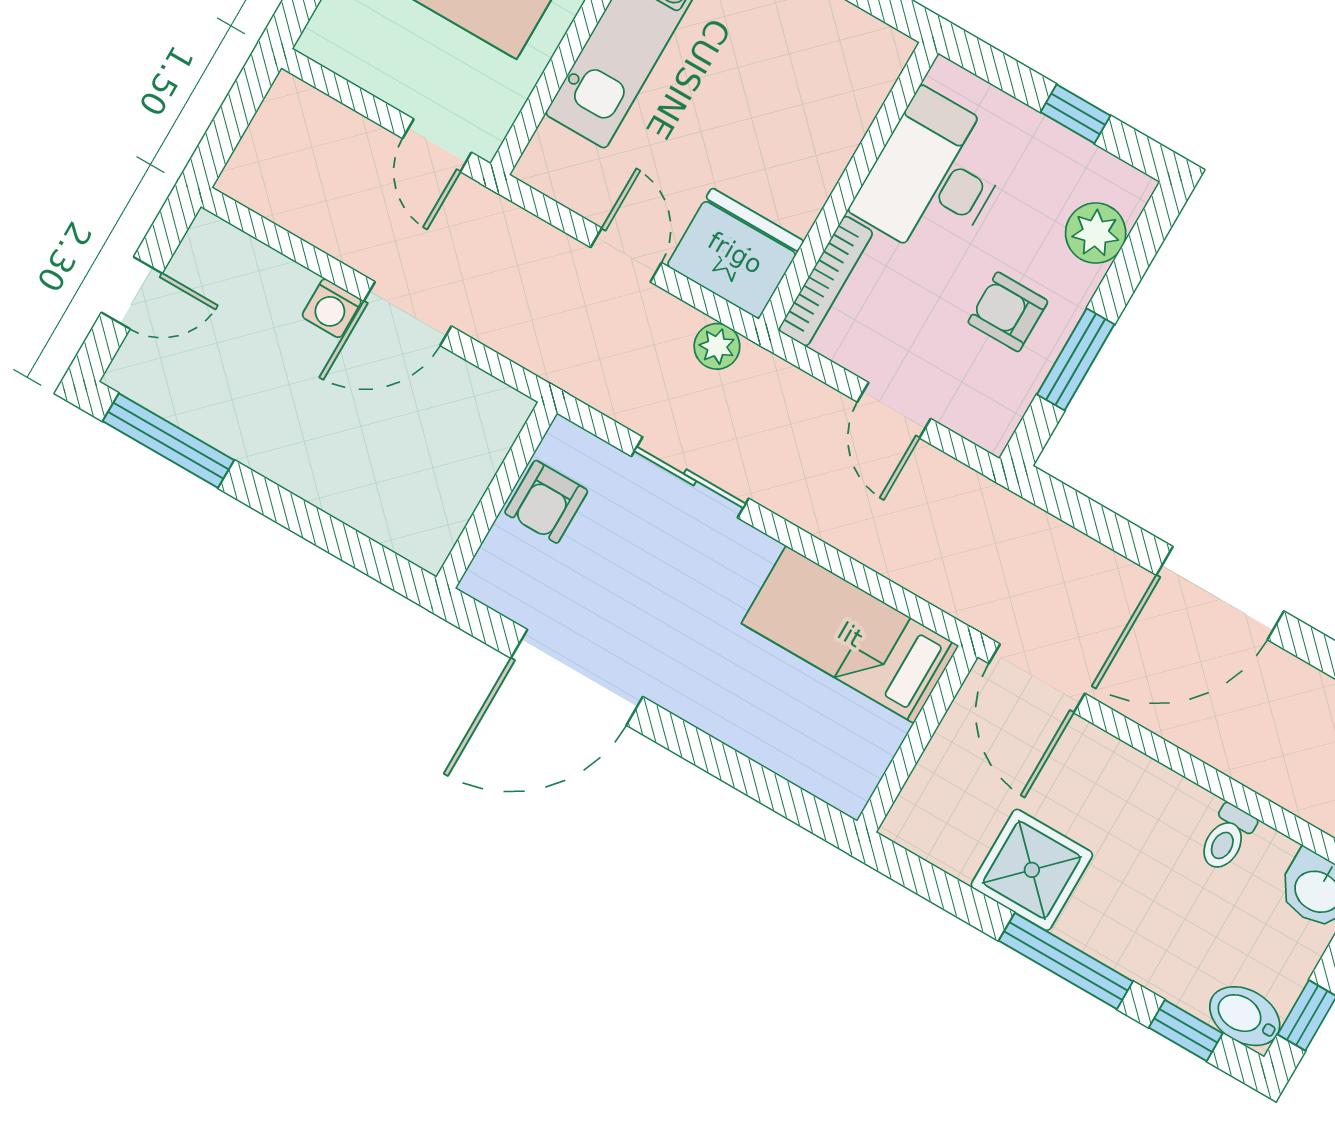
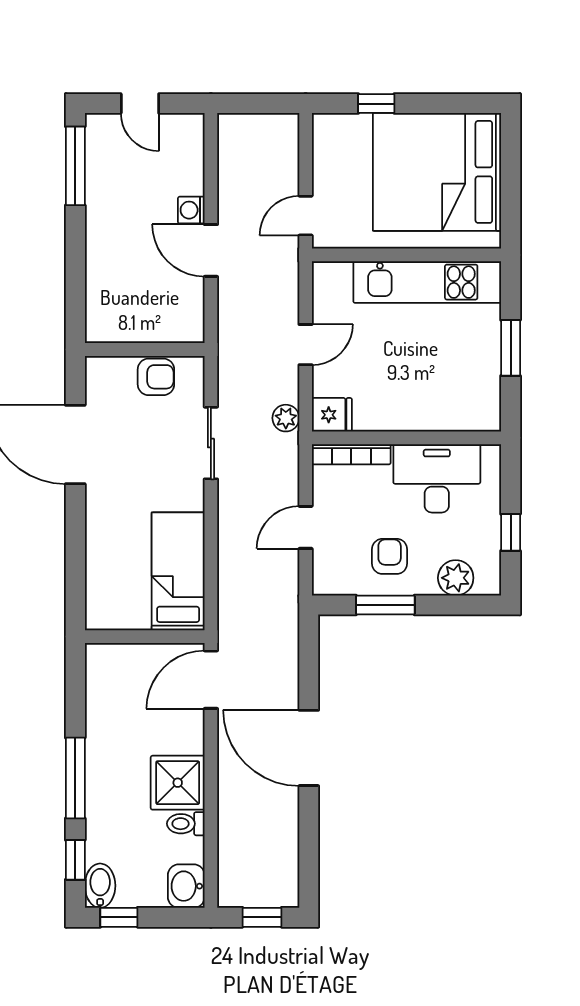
fridge: (735, 253) -> (332, 415), width x0.53, depth x0.75
armchair: (546, 502) -> (156, 377), turned 180
shower: (1032, 870) -> (178, 783), moved

